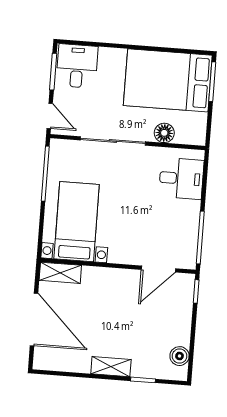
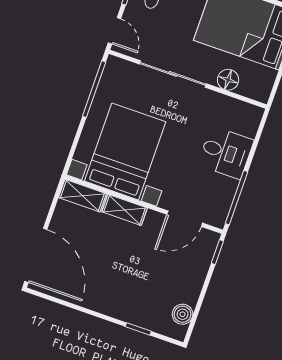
desk: (181, 178) -> (226, 153), moved
bed with nightstands: (77, 222) -> (125, 151), width x1.36
door: (34, 319) -> (36, 255), moved
shelving: (111, 367) -> (125, 210), moved

